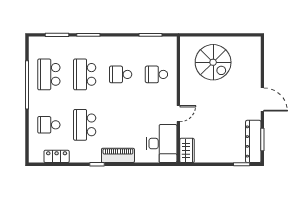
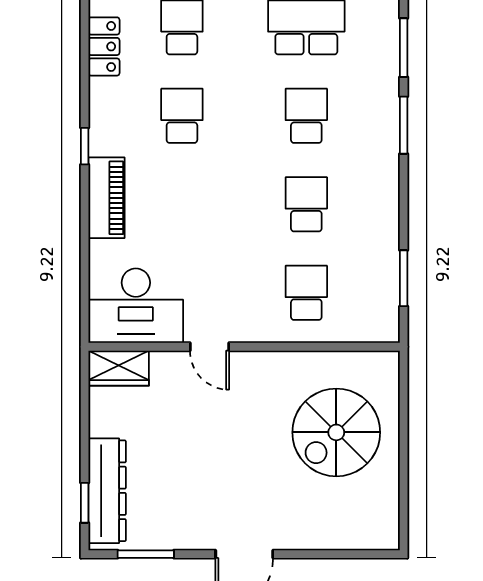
school desk: (85, 74) -> (306, 116), width x0.54
school desk: (85, 125) -> (182, 116), width x0.54
dresser: (253, 141) -> (107, 491), moved, turned 90

